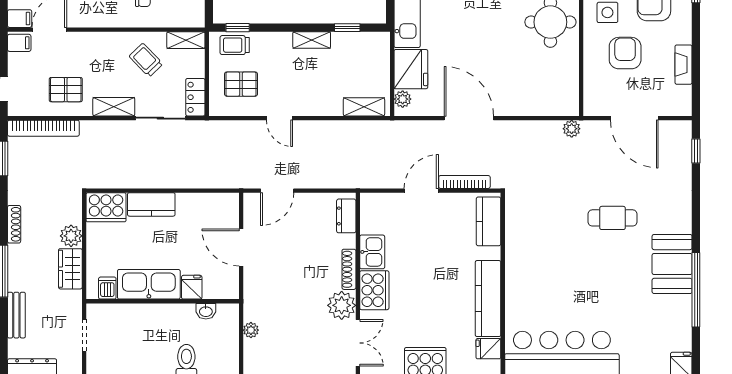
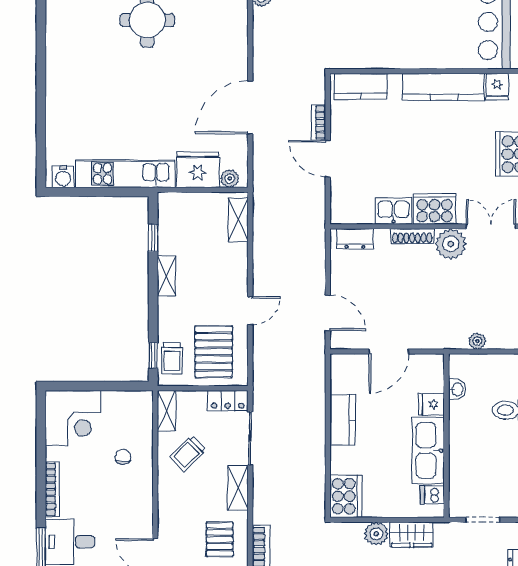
pallet: (241, 84) -> (214, 352), width x1.50, depth x1.42
bookcase: (464, 182) -> (319, 122), width x0.64
kitchen counter: (151, 204) -> (343, 420), moved

